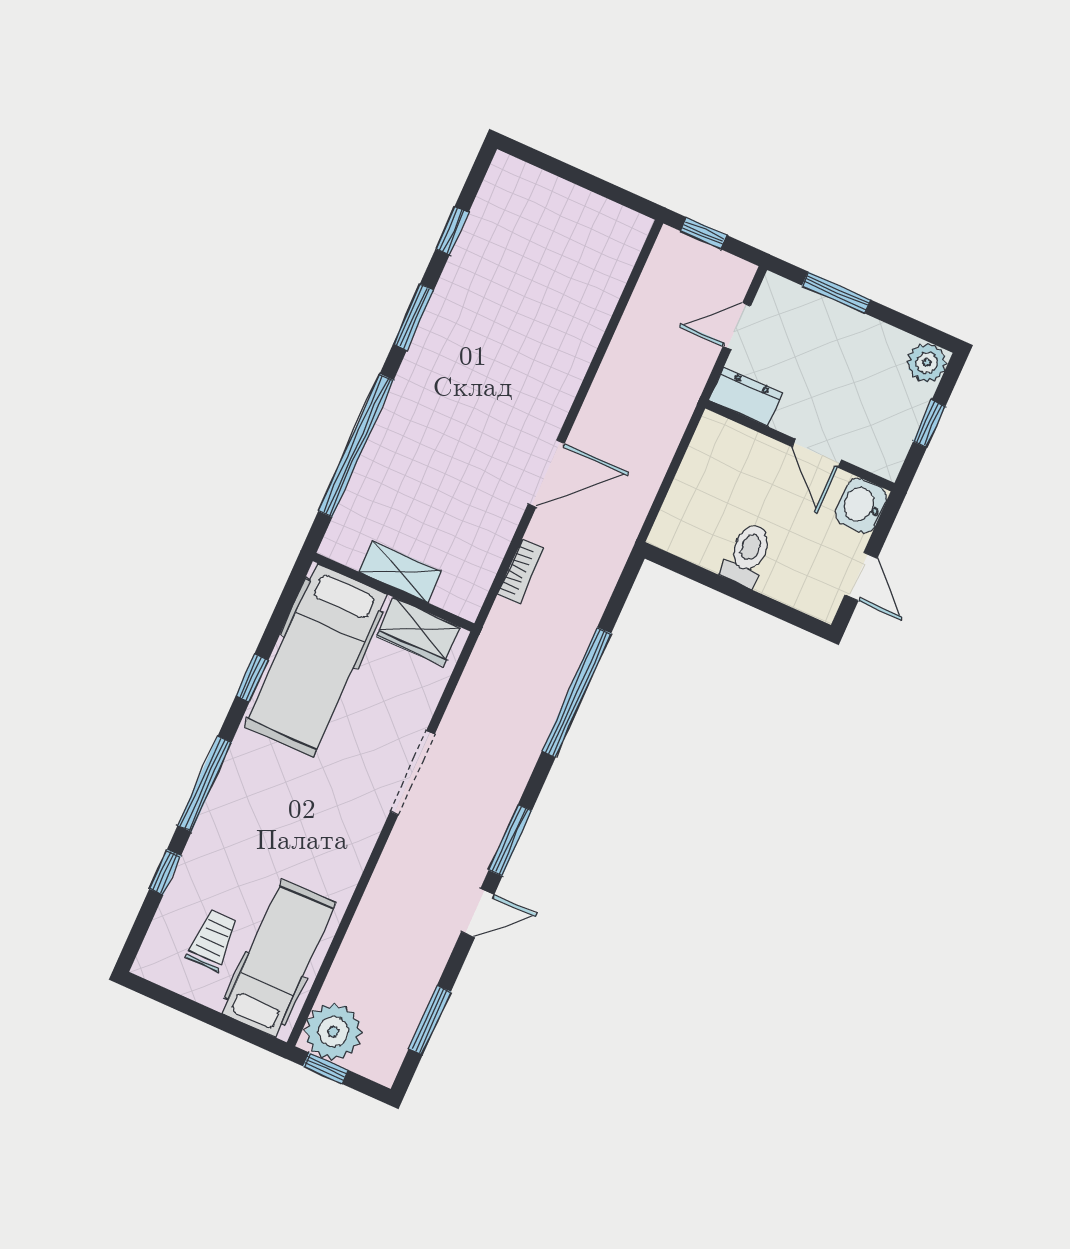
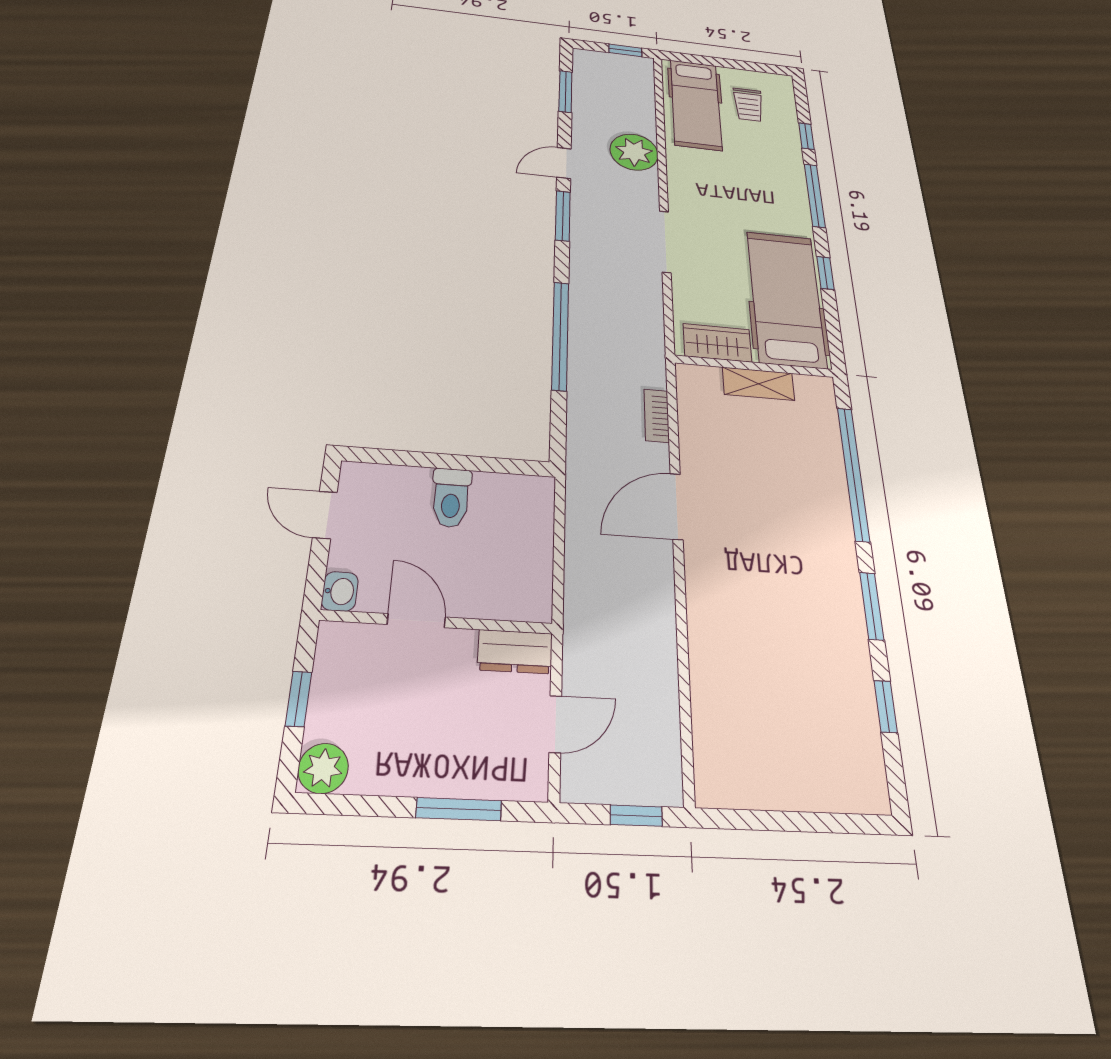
washbasin: (861, 505) -> (340, 591), width x0.72, depth x0.69
plant: (333, 1032) -> (634, 152), moved

